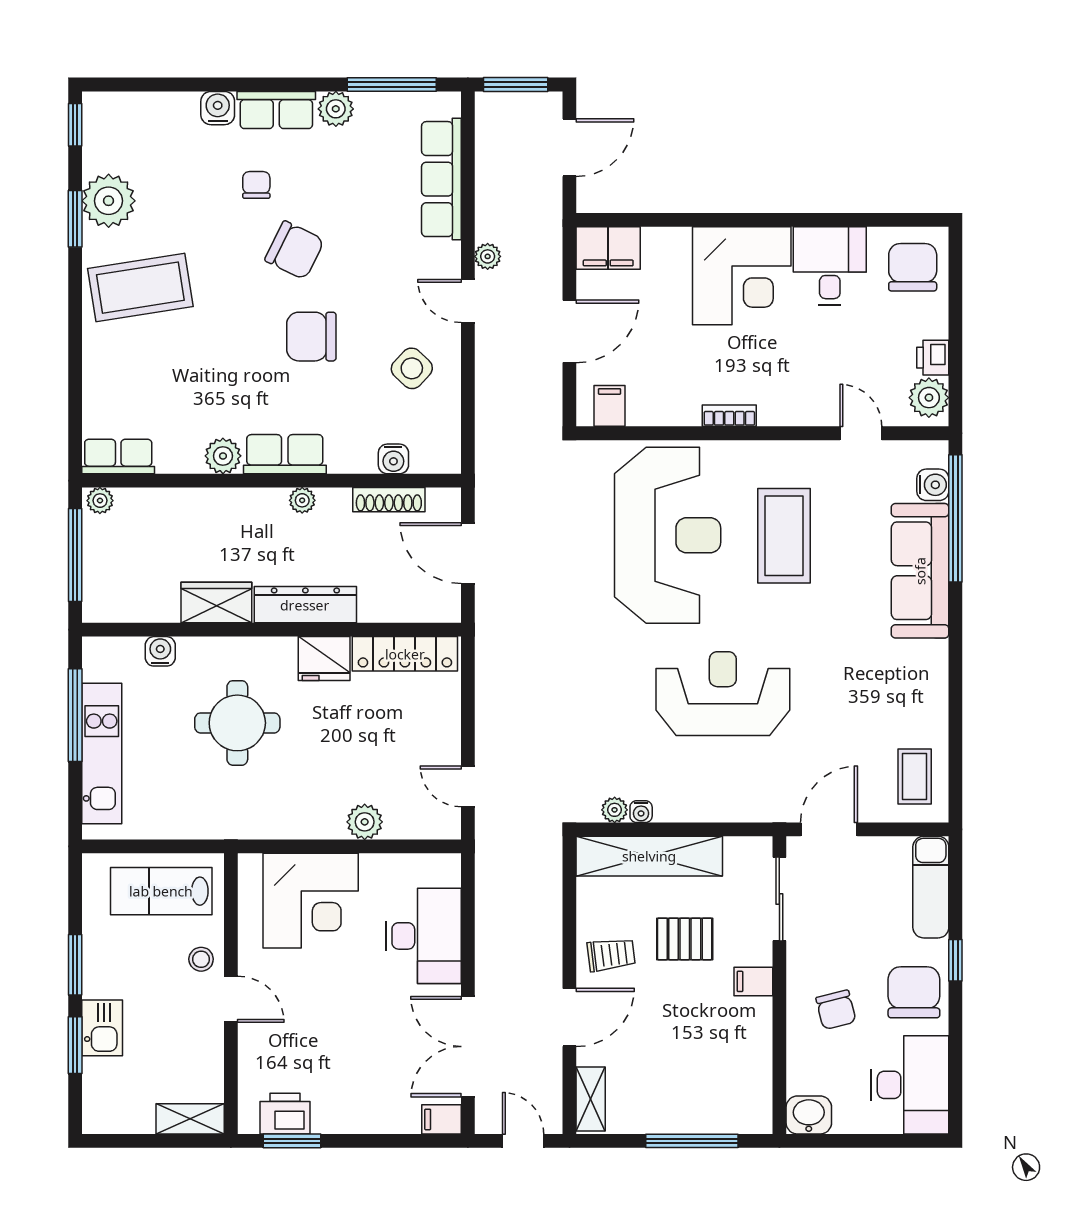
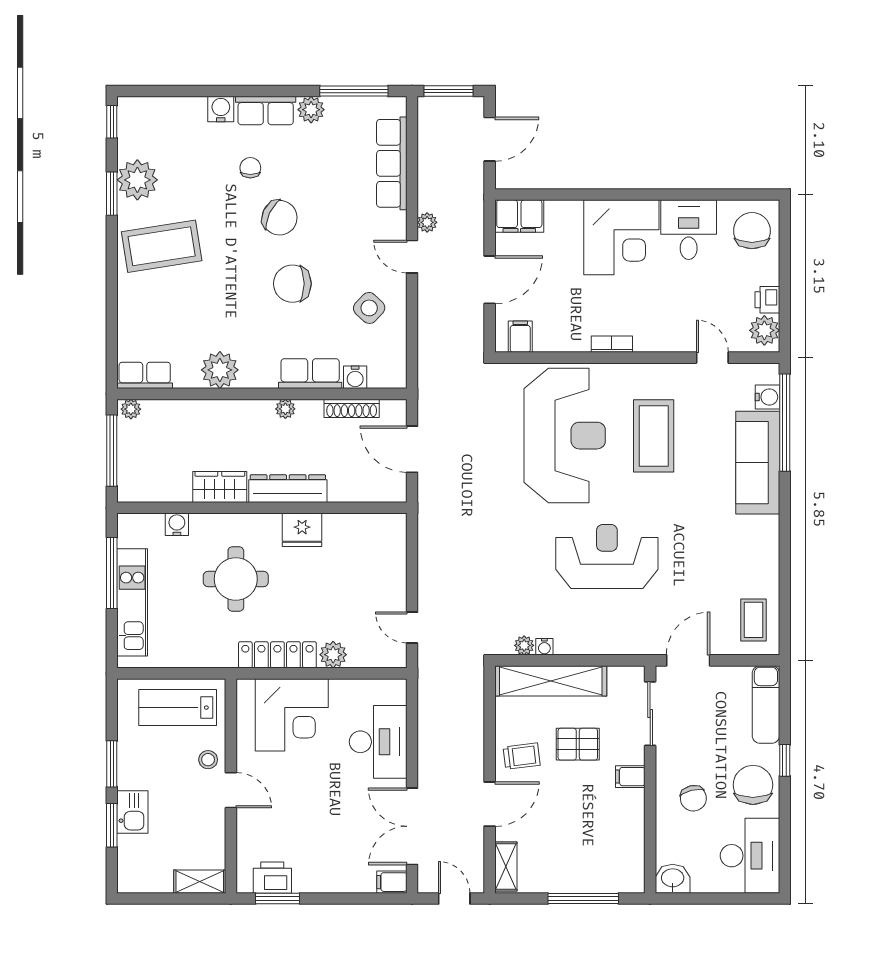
row of seats: (285, 454) -> (310, 374), moved
plant: (223, 456) -> (220, 370), width x1.36, depth x1.36
locker: (405, 654) -> (277, 655), moved, turned 180

